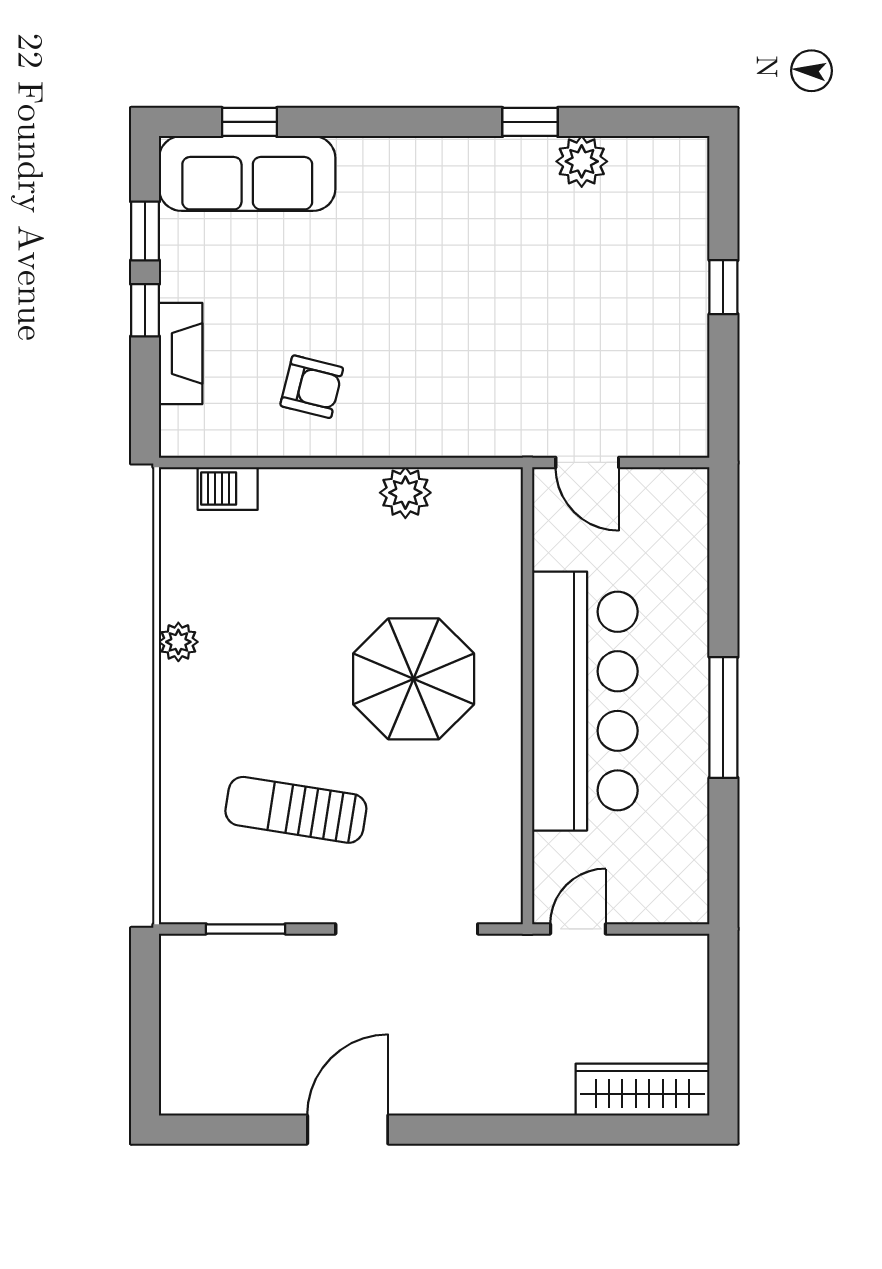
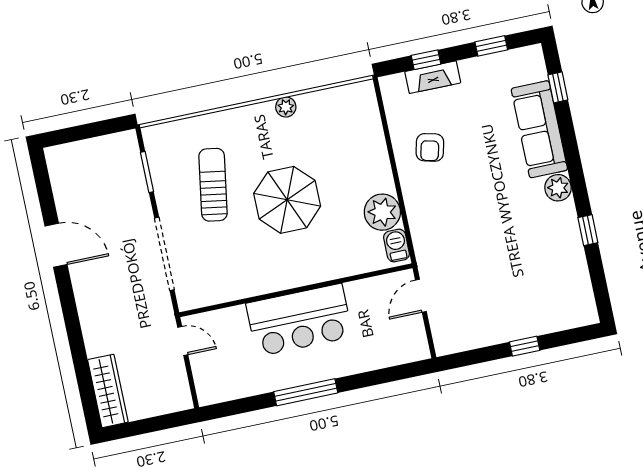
plant: (582, 161) -> (558, 188), moved
sofa: (247, 173) -> (539, 129), moved
window: (145, 310) -> (426, 60), moved
barbecue: (228, 488) -> (396, 246), moved
plant: (405, 493) -> (382, 212), width x1.36, depth x1.36
parasol: (414, 679) -> (287, 200), moved
bar counter: (585, 701) -> (299, 320), width x0.73

